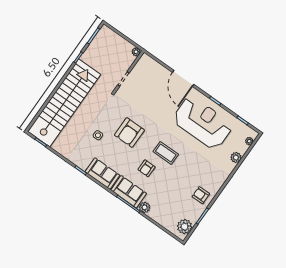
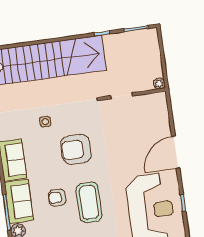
coffee table: (166, 153) -> (89, 202), width x1.36, depth x1.32

